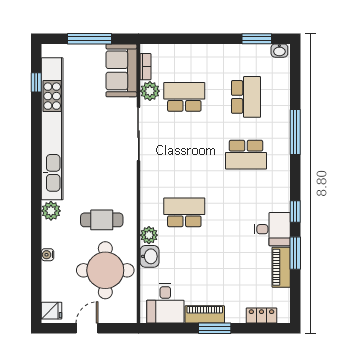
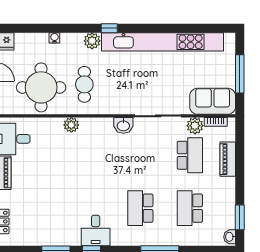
window: (36, 82) -> (109, 28), moved
school desk: (246, 97) -> (190, 208), turned 90
school desk: (184, 212) -> (91, 155), removed
desk: (272, 229) -> (96, 231), moved
washbasin: (150, 256) -> (123, 125), moved
piano: (281, 267) -> (228, 159), moved, turned -90

